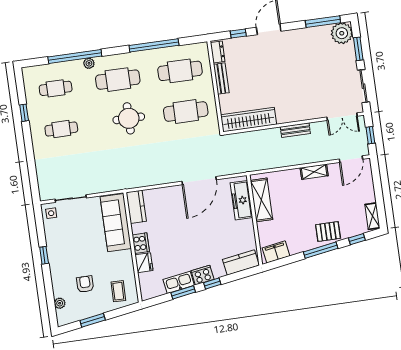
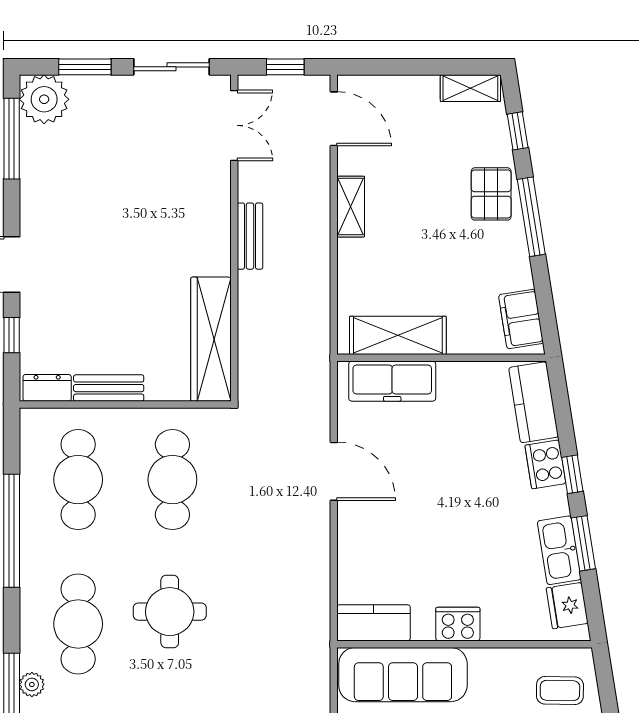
door: (199, 181) -> (334, 471), width x0.73
fridge: (144, 263) -> (567, 606), moved, turned -99
cooker: (203, 275) -> (545, 464), moved

